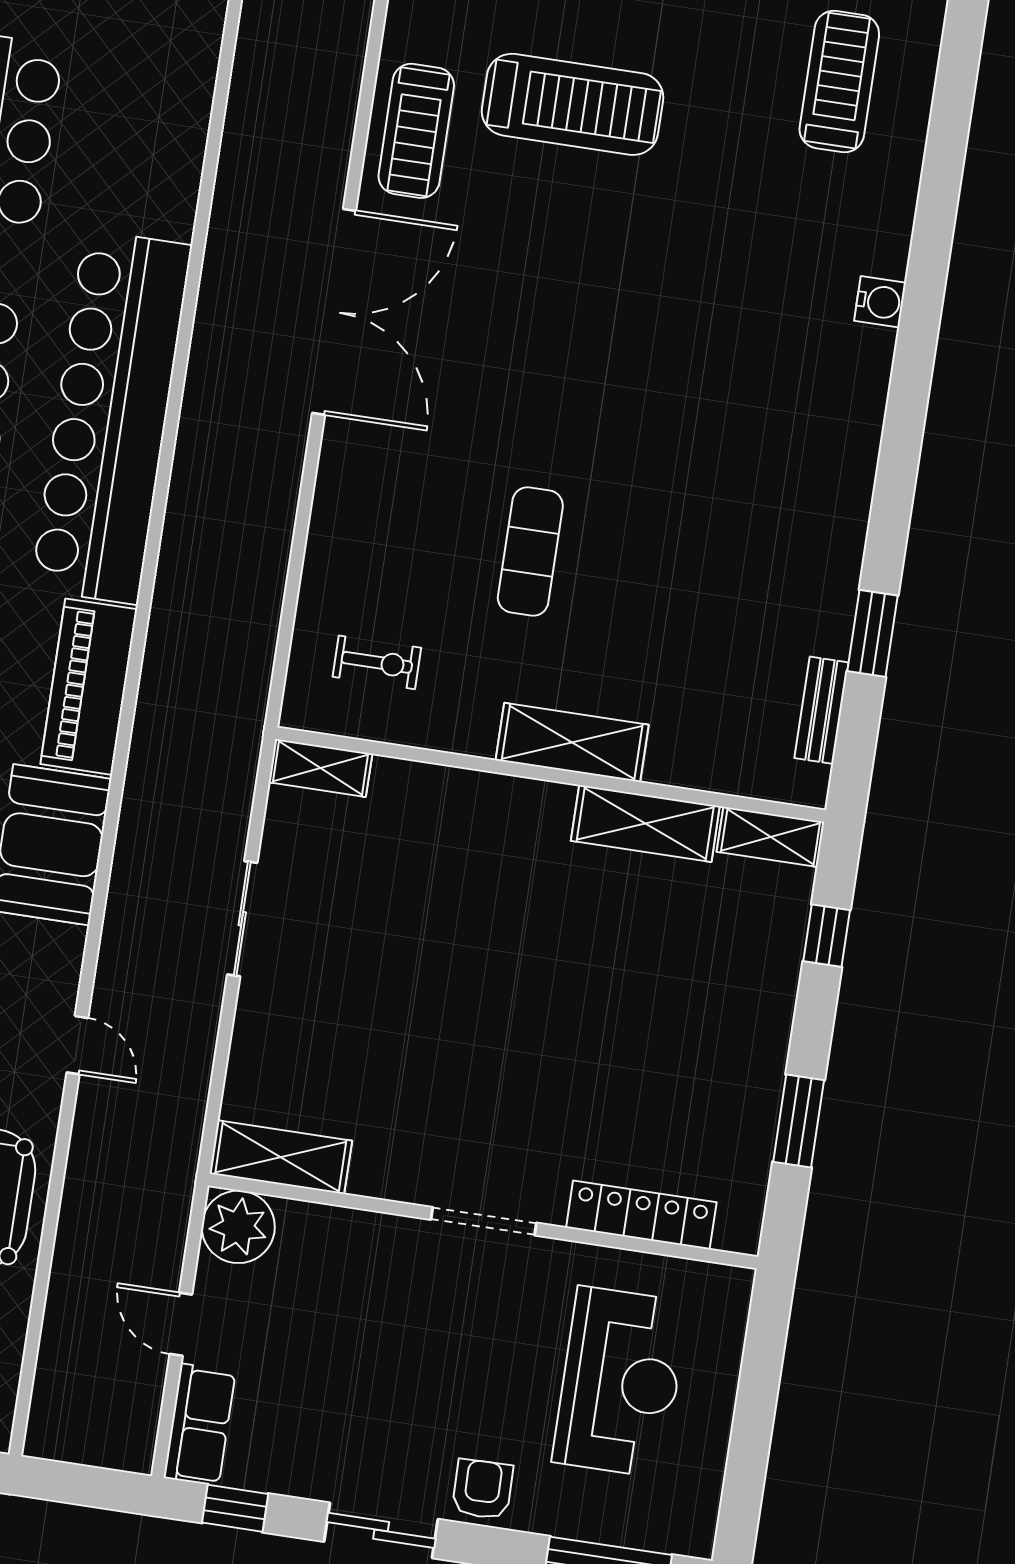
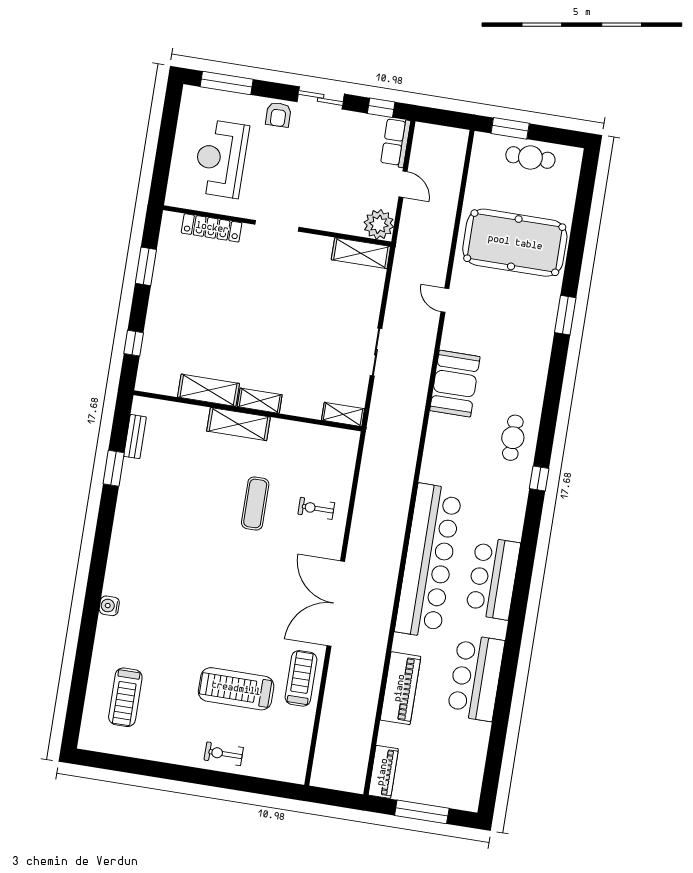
exercise bike: (377, 662) -> (316, 508), moved
piano: (89, 687) -> (400, 688), moved
shelving: (771, 837) -> (260, 401), moved

